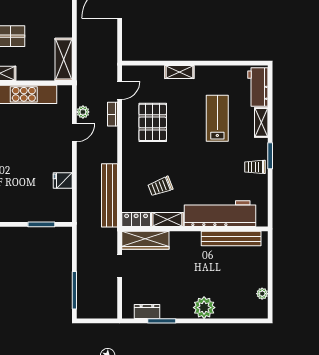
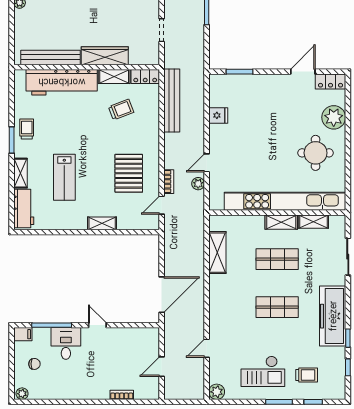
shelving: (64, 59) -> (217, 253), moved
trolley: (255, 167) -> (27, 129), turned -90
wardrobe: (145, 240) -> (105, 56), moved

